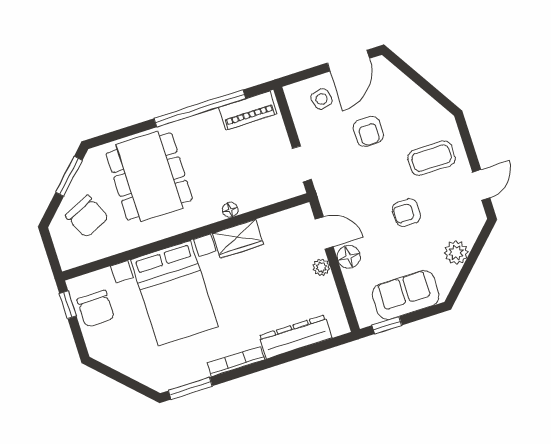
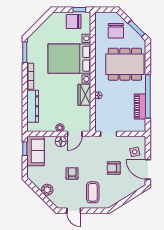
piano: (248, 111) -> (140, 107), moved
chair: (87, 217) -> (116, 31), turned -65
sofa: (406, 295) -> (36, 151), moved

